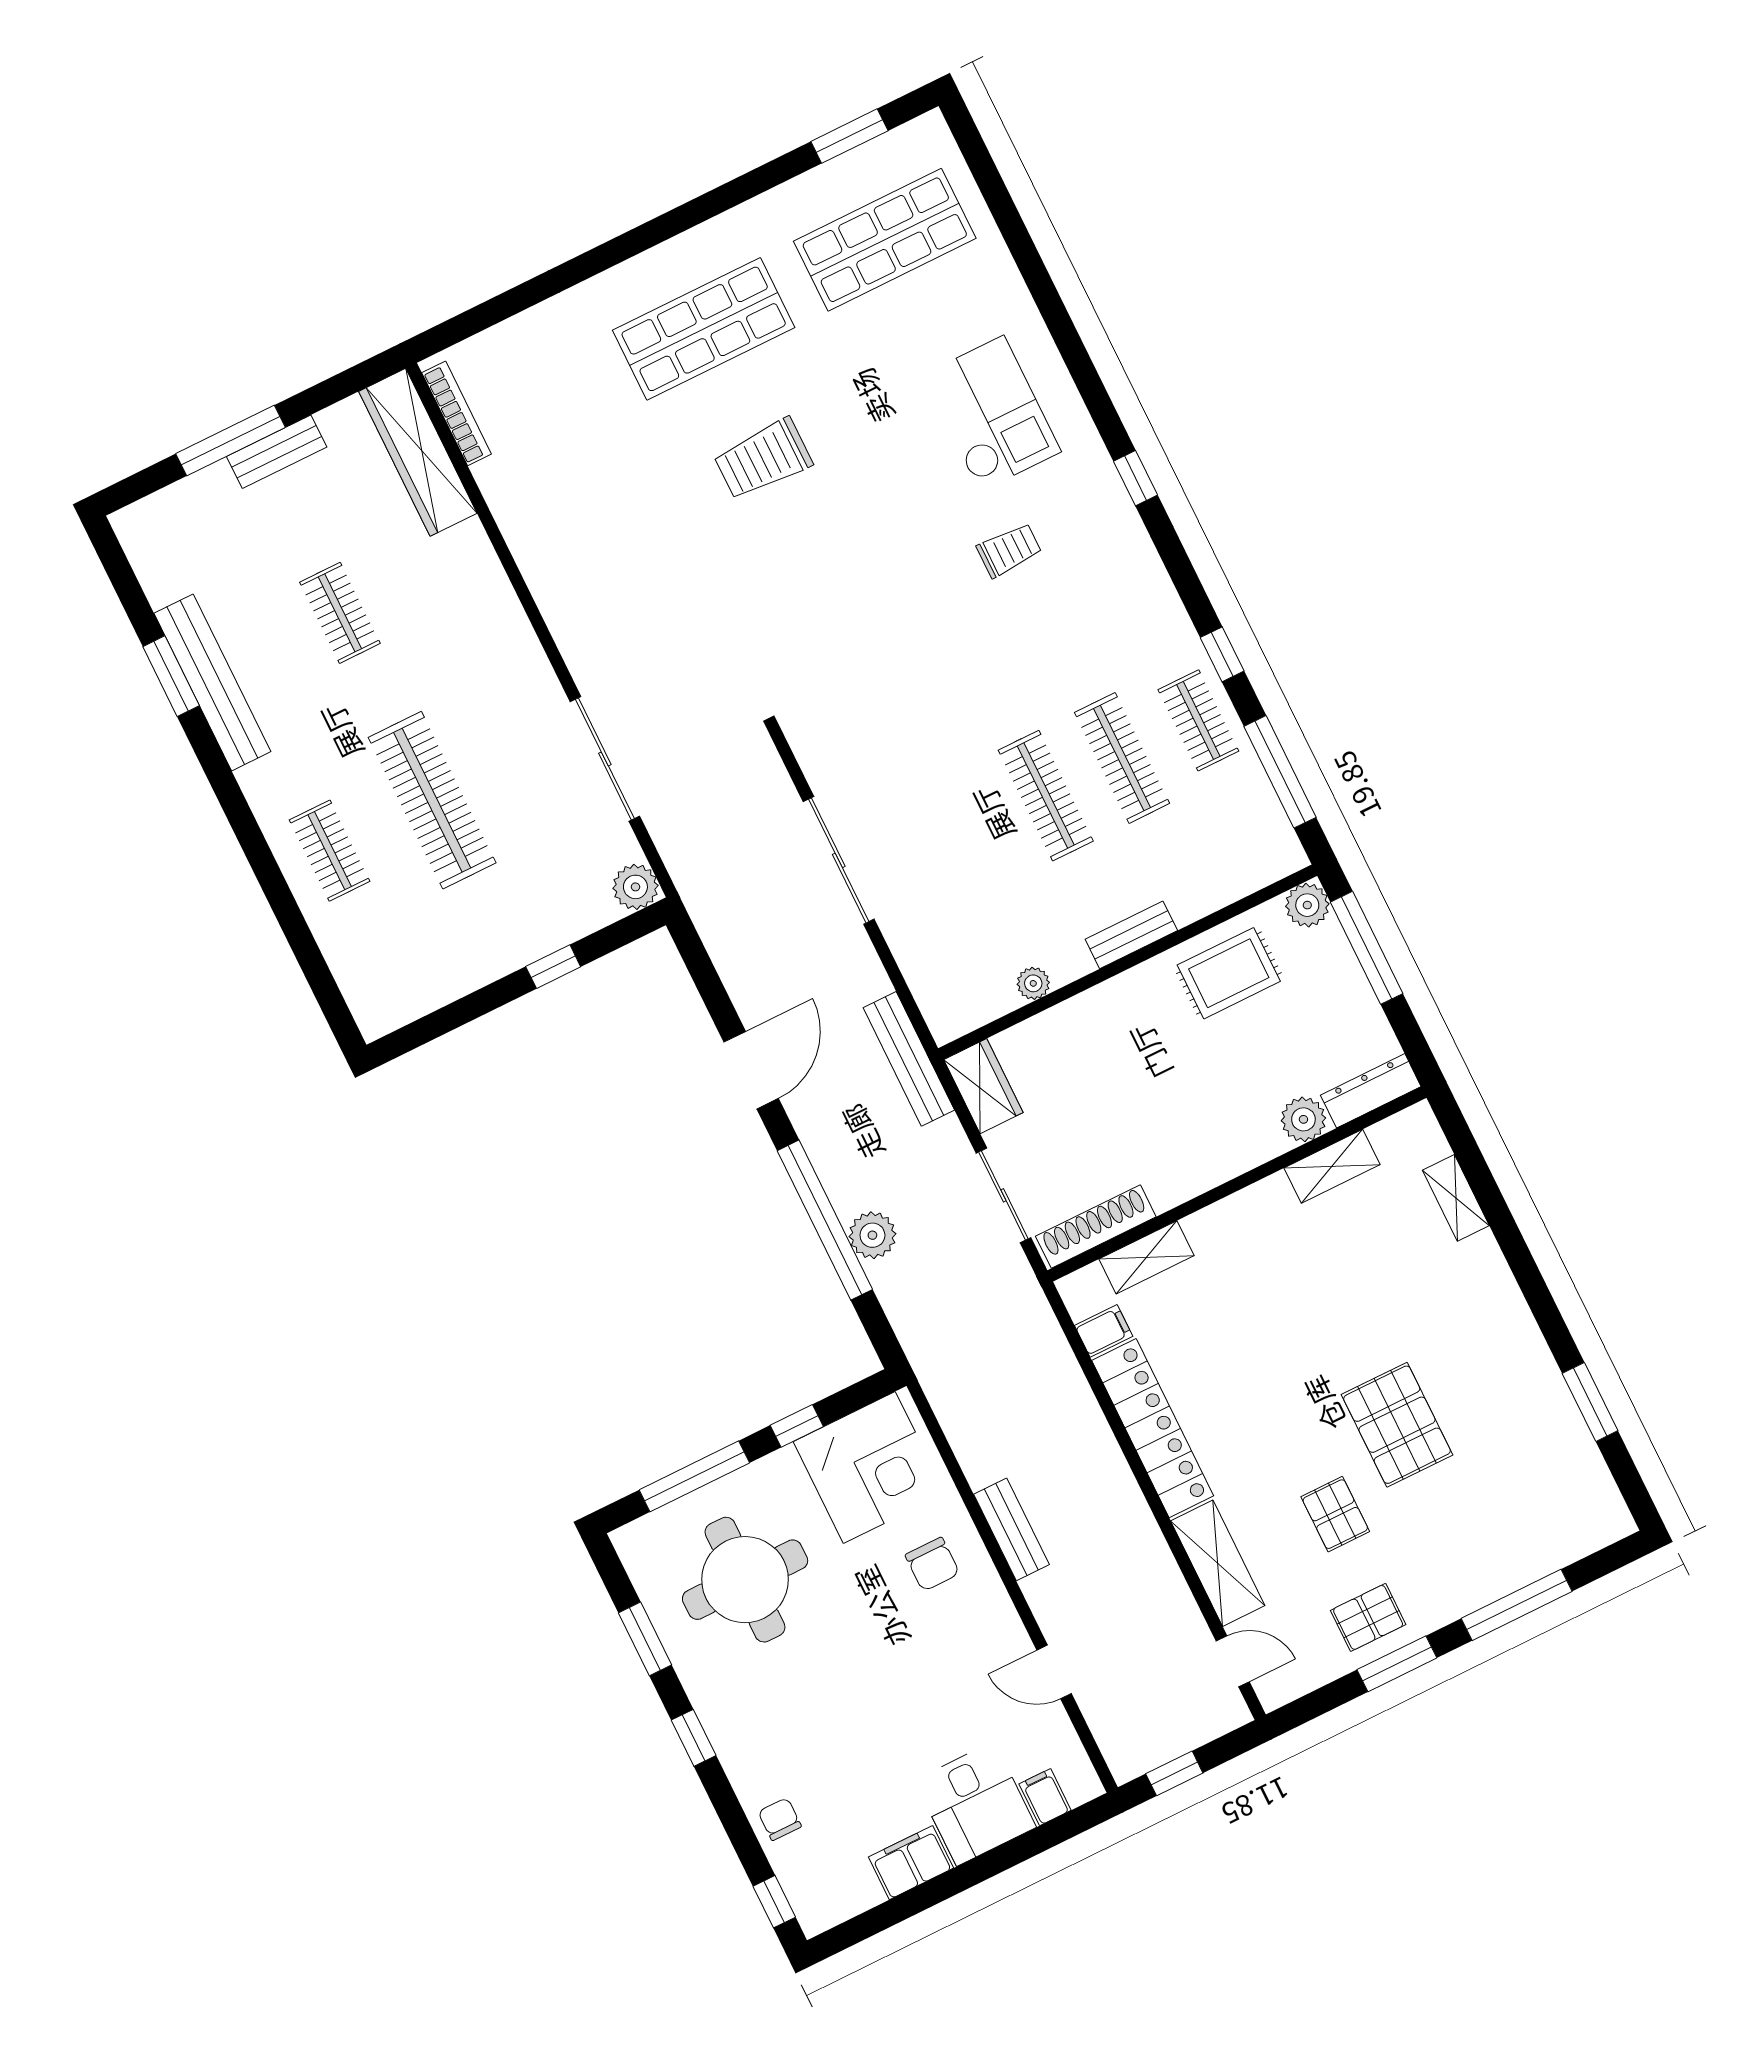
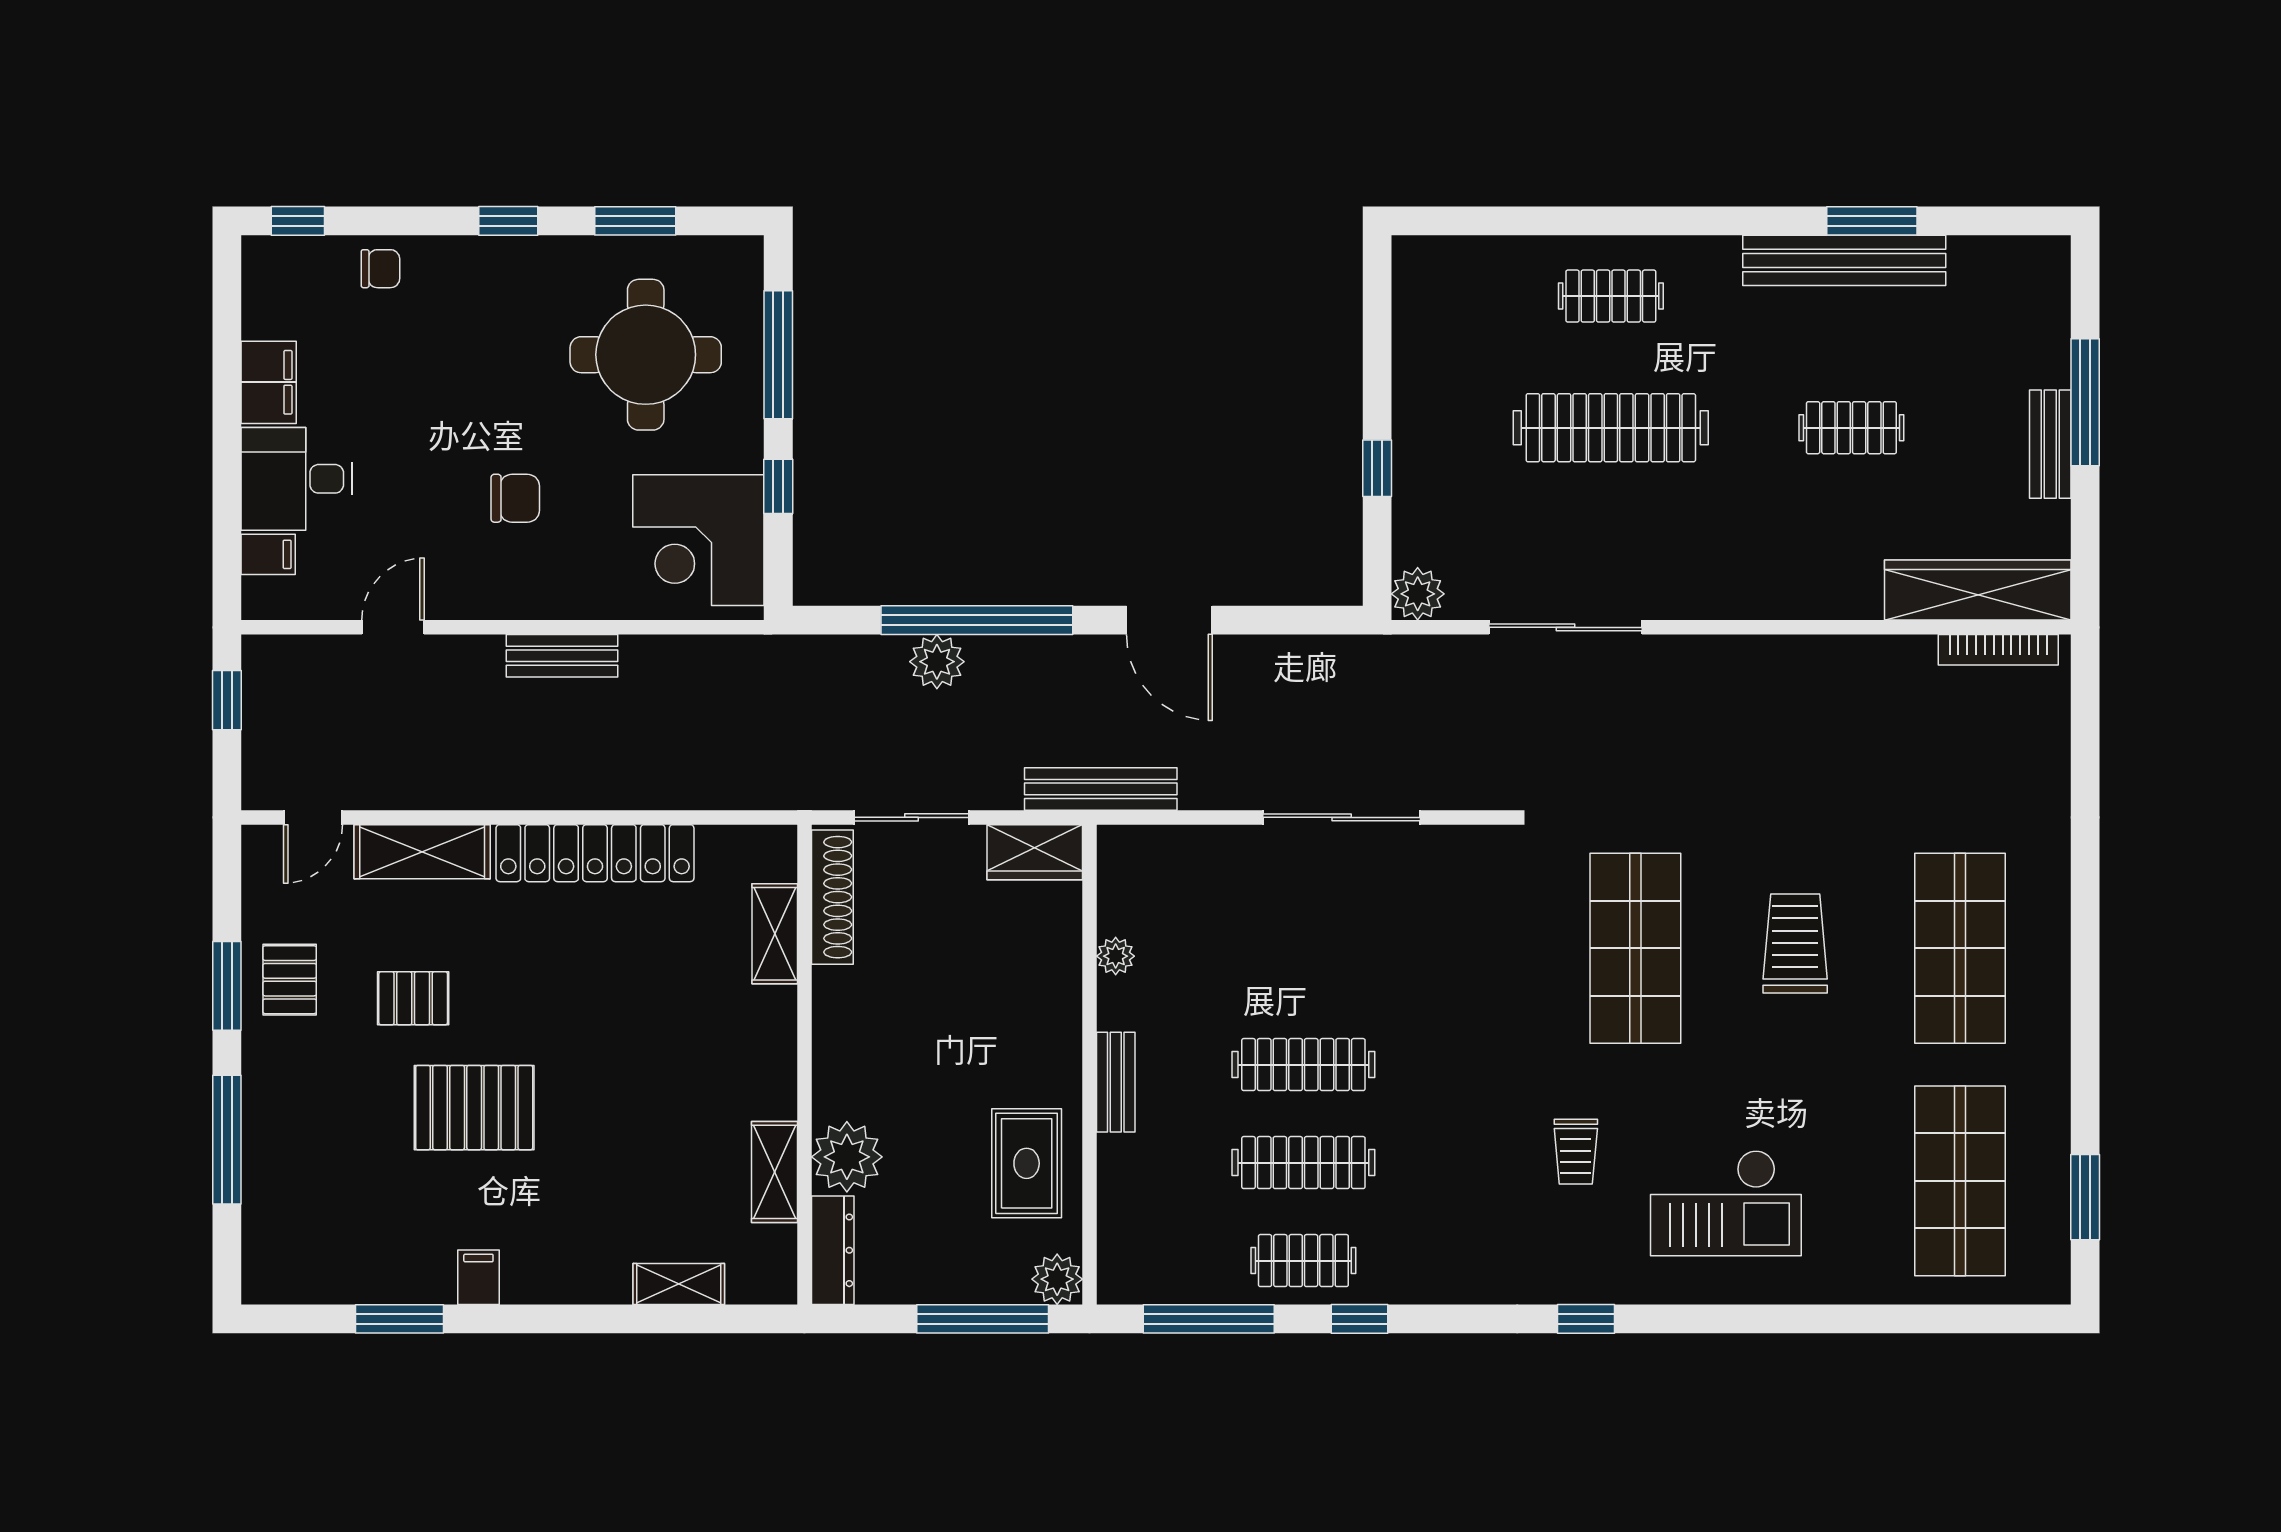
shop shelf: (828, 582) -> (1635, 948), added
plant: (1303, 1119) -> (847, 1157), width x1.36, depth x1.36
filing cabinet: (1104, 1331) -> (478, 1277), moved, turned 180
chair: (932, 1564) -> (515, 498), moved, turned 180

